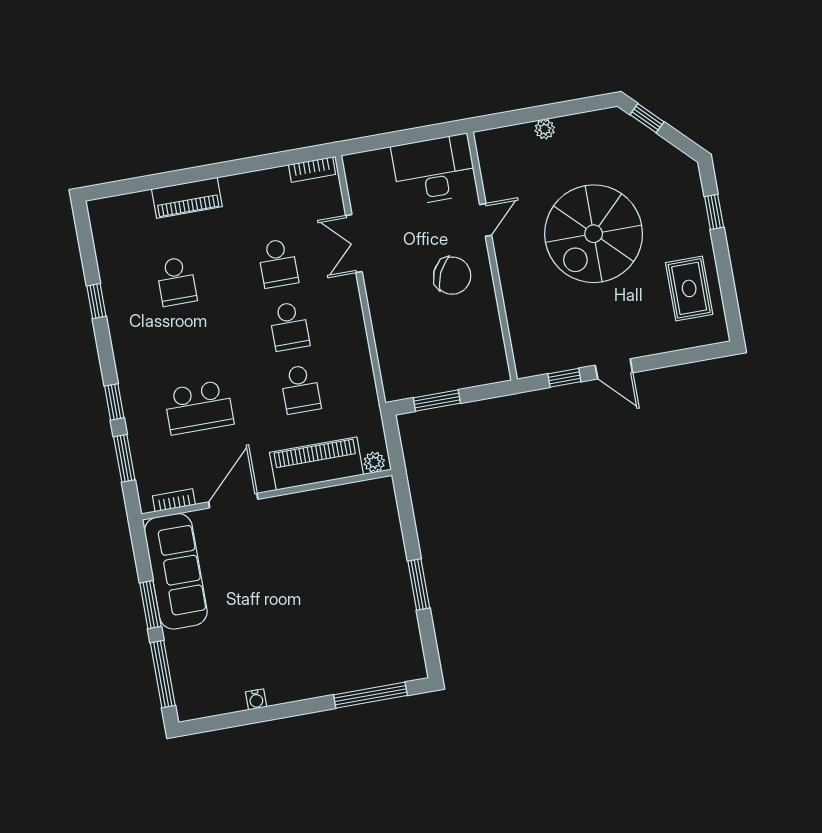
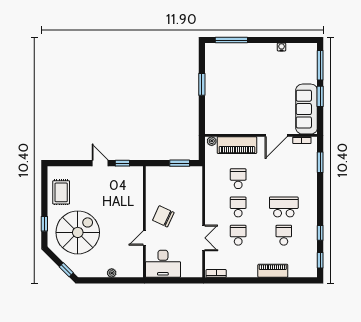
spiral stairs: (594, 234) -> (78, 232), moved
window: (114, 402) -> (320, 260), moved
school desk: (199, 407) -> (284, 207), moved

